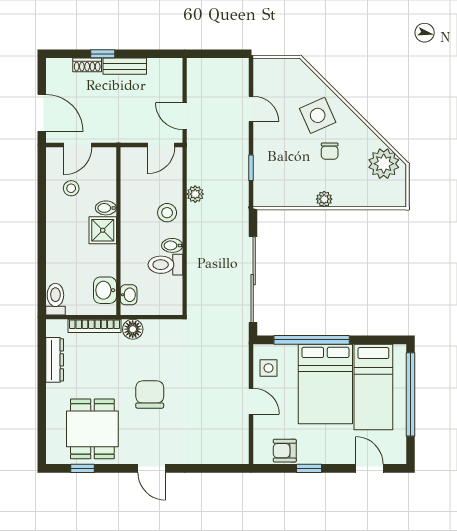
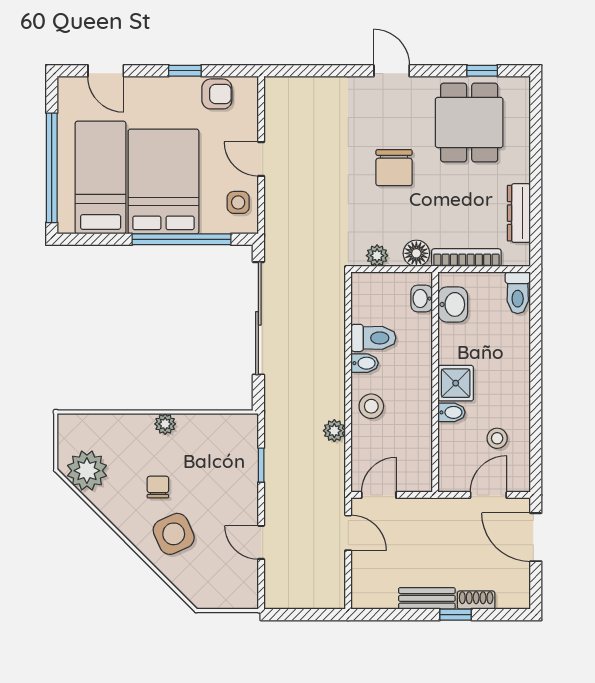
plant: (163, 327) -> (377, 256), added

